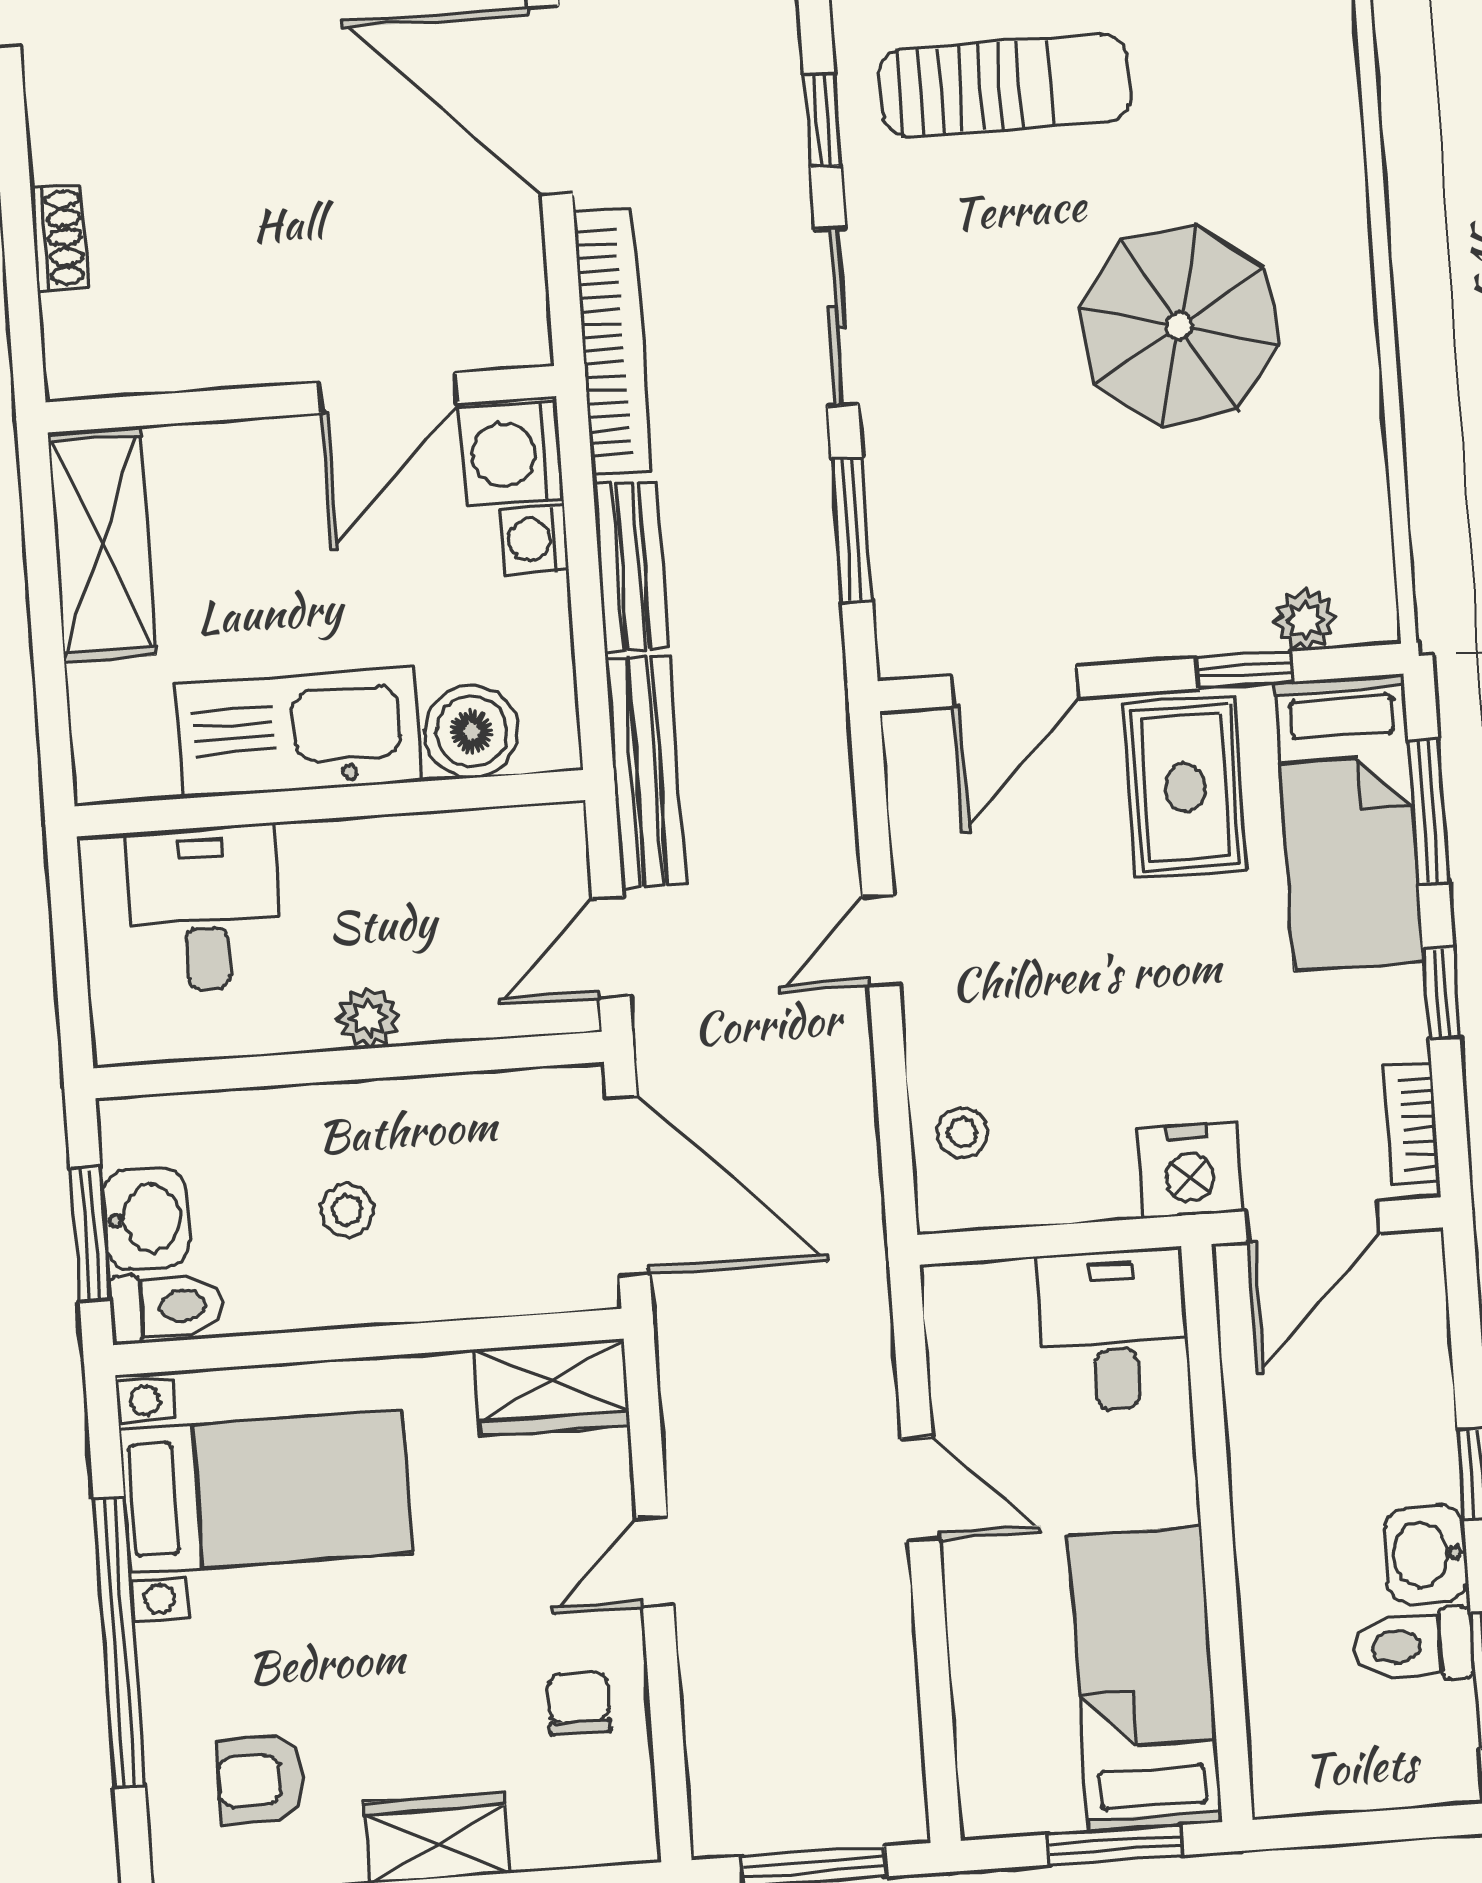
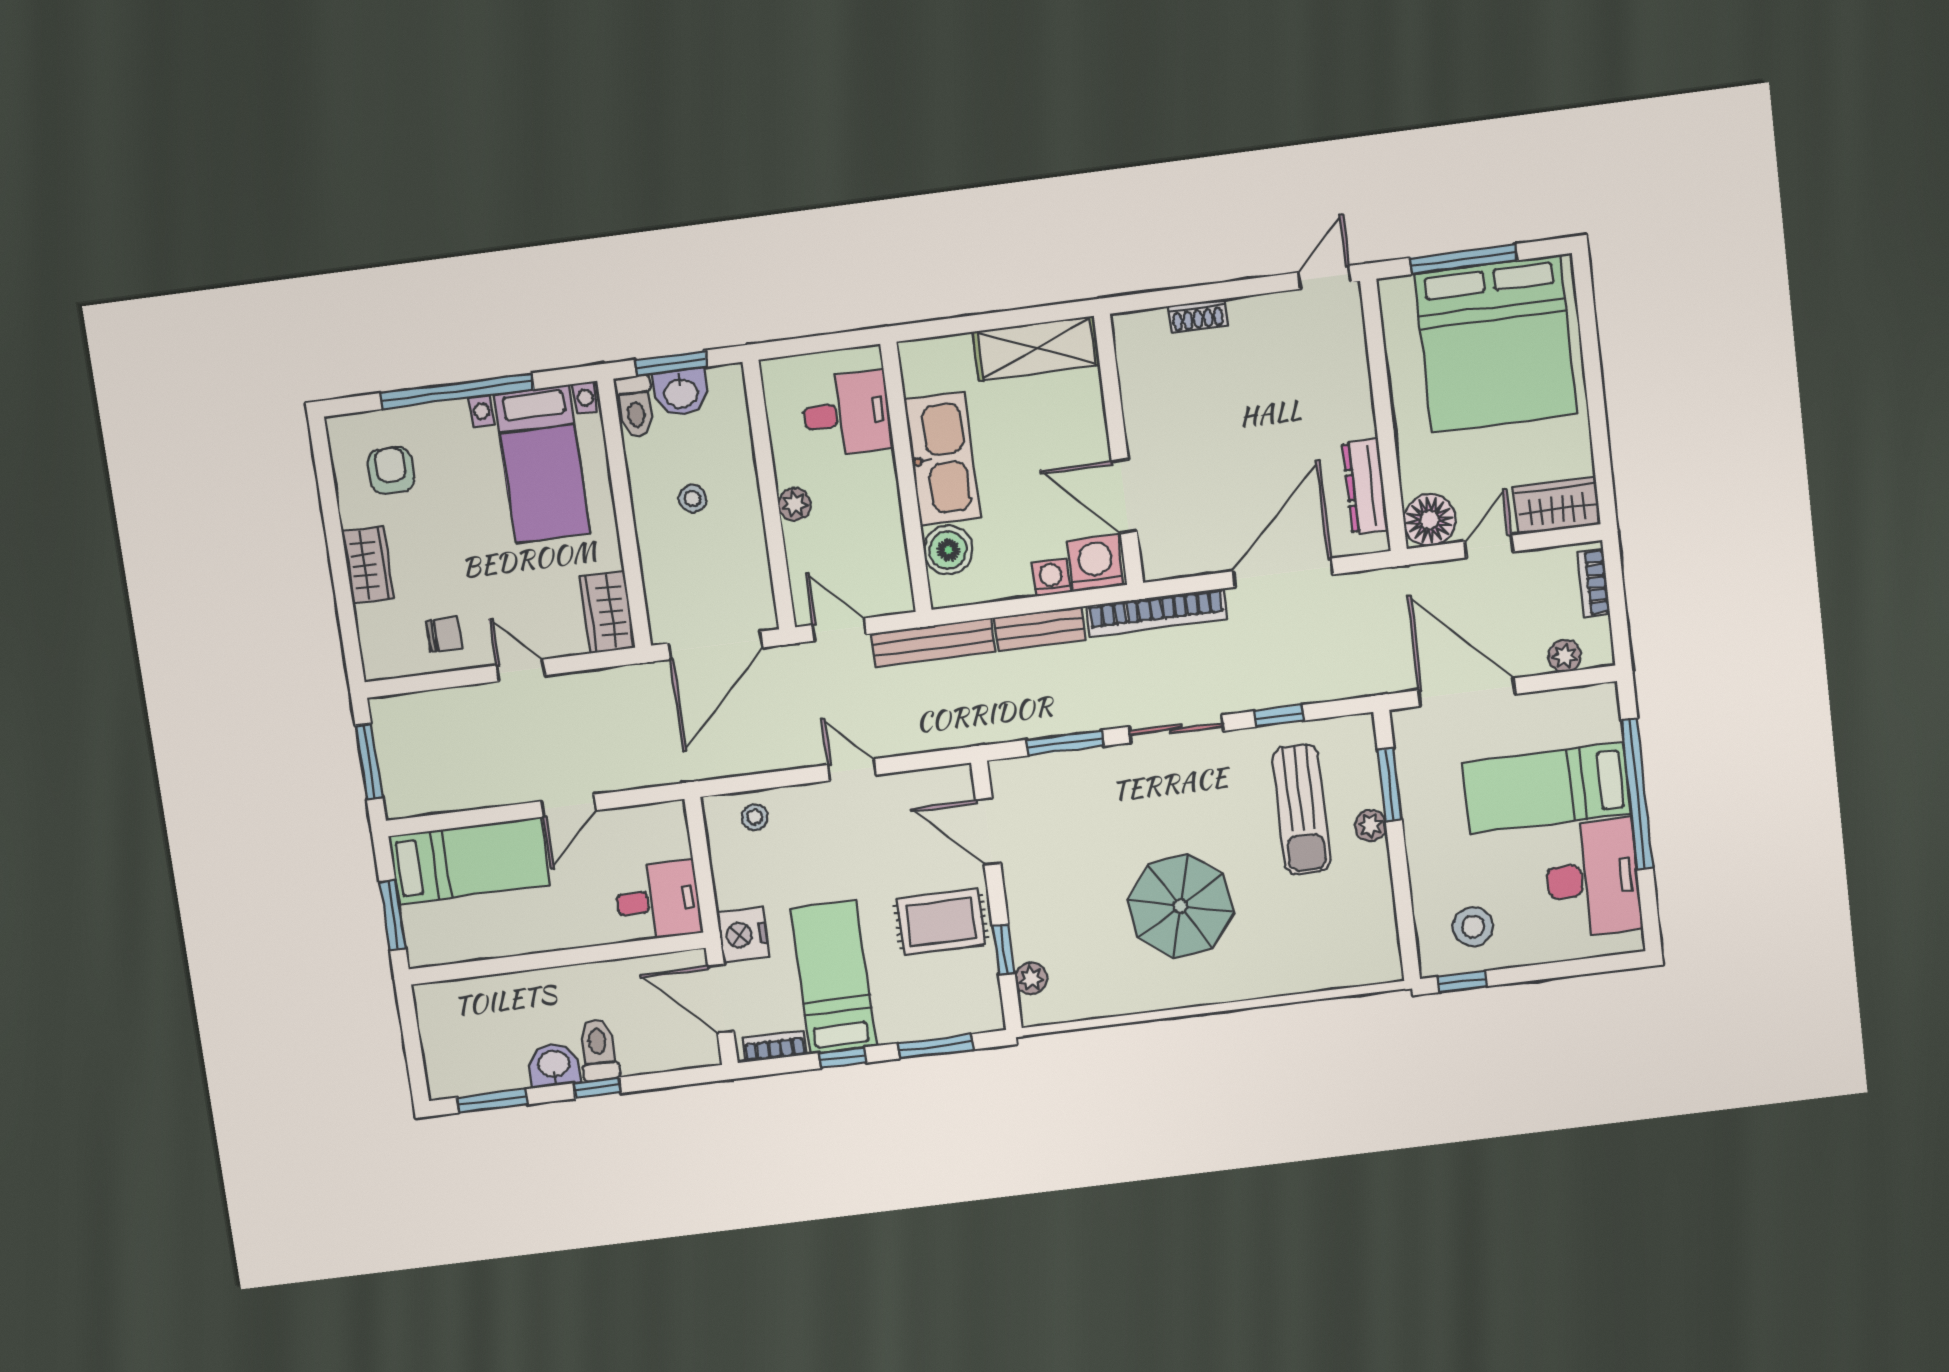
bed: (1349, 822) -> (833, 977), moved, turned 90
toilet: (1413, 1646) -> (598, 1050), moved
bed: (1145, 1679) -> (469, 861), moved

